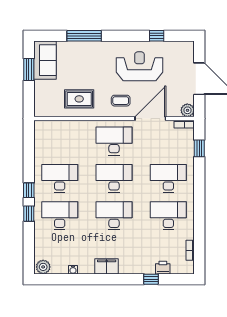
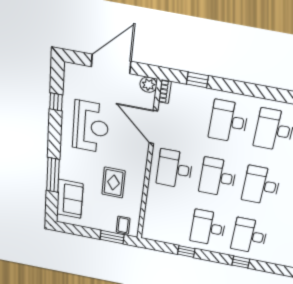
sofa: (45, 60) -> (70, 199), moved, turned 90
reception desk: (139, 66) -> (91, 127), turned 180
window: (29, 69) -> (112, 237), moved
rug: (79, 99) -> (113, 183), moved
coffee table: (121, 101) -> (123, 225), moved
window: (29, 190) -> (186, 251), moved

